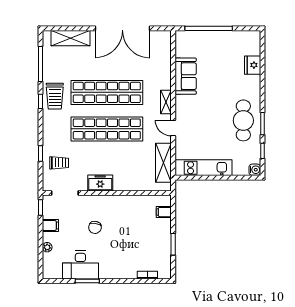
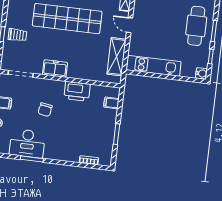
trolley: (59, 163) -> (17, 35), moved
printer: (126, 204) -> (77, 91), added

